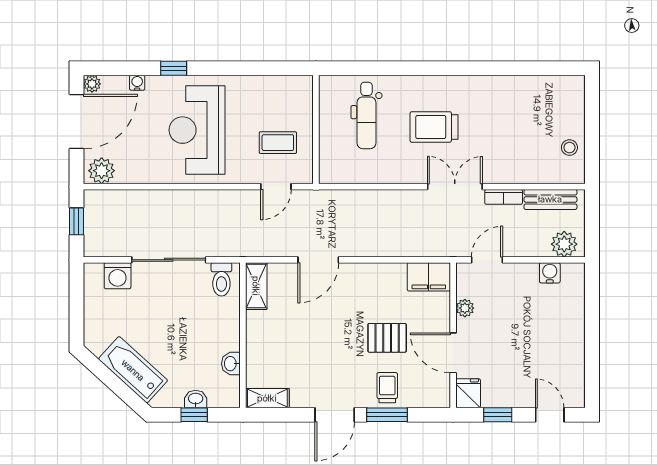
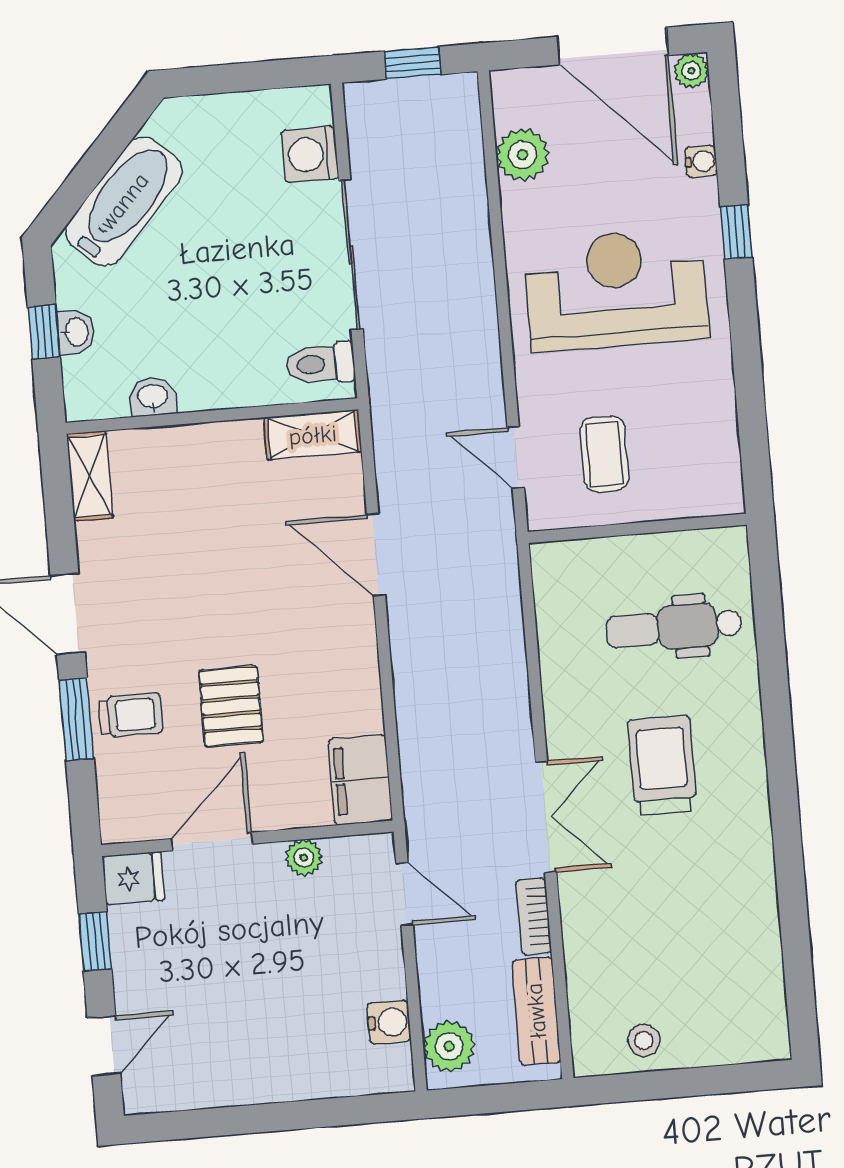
plant: (102, 171) -> (523, 155), moved

